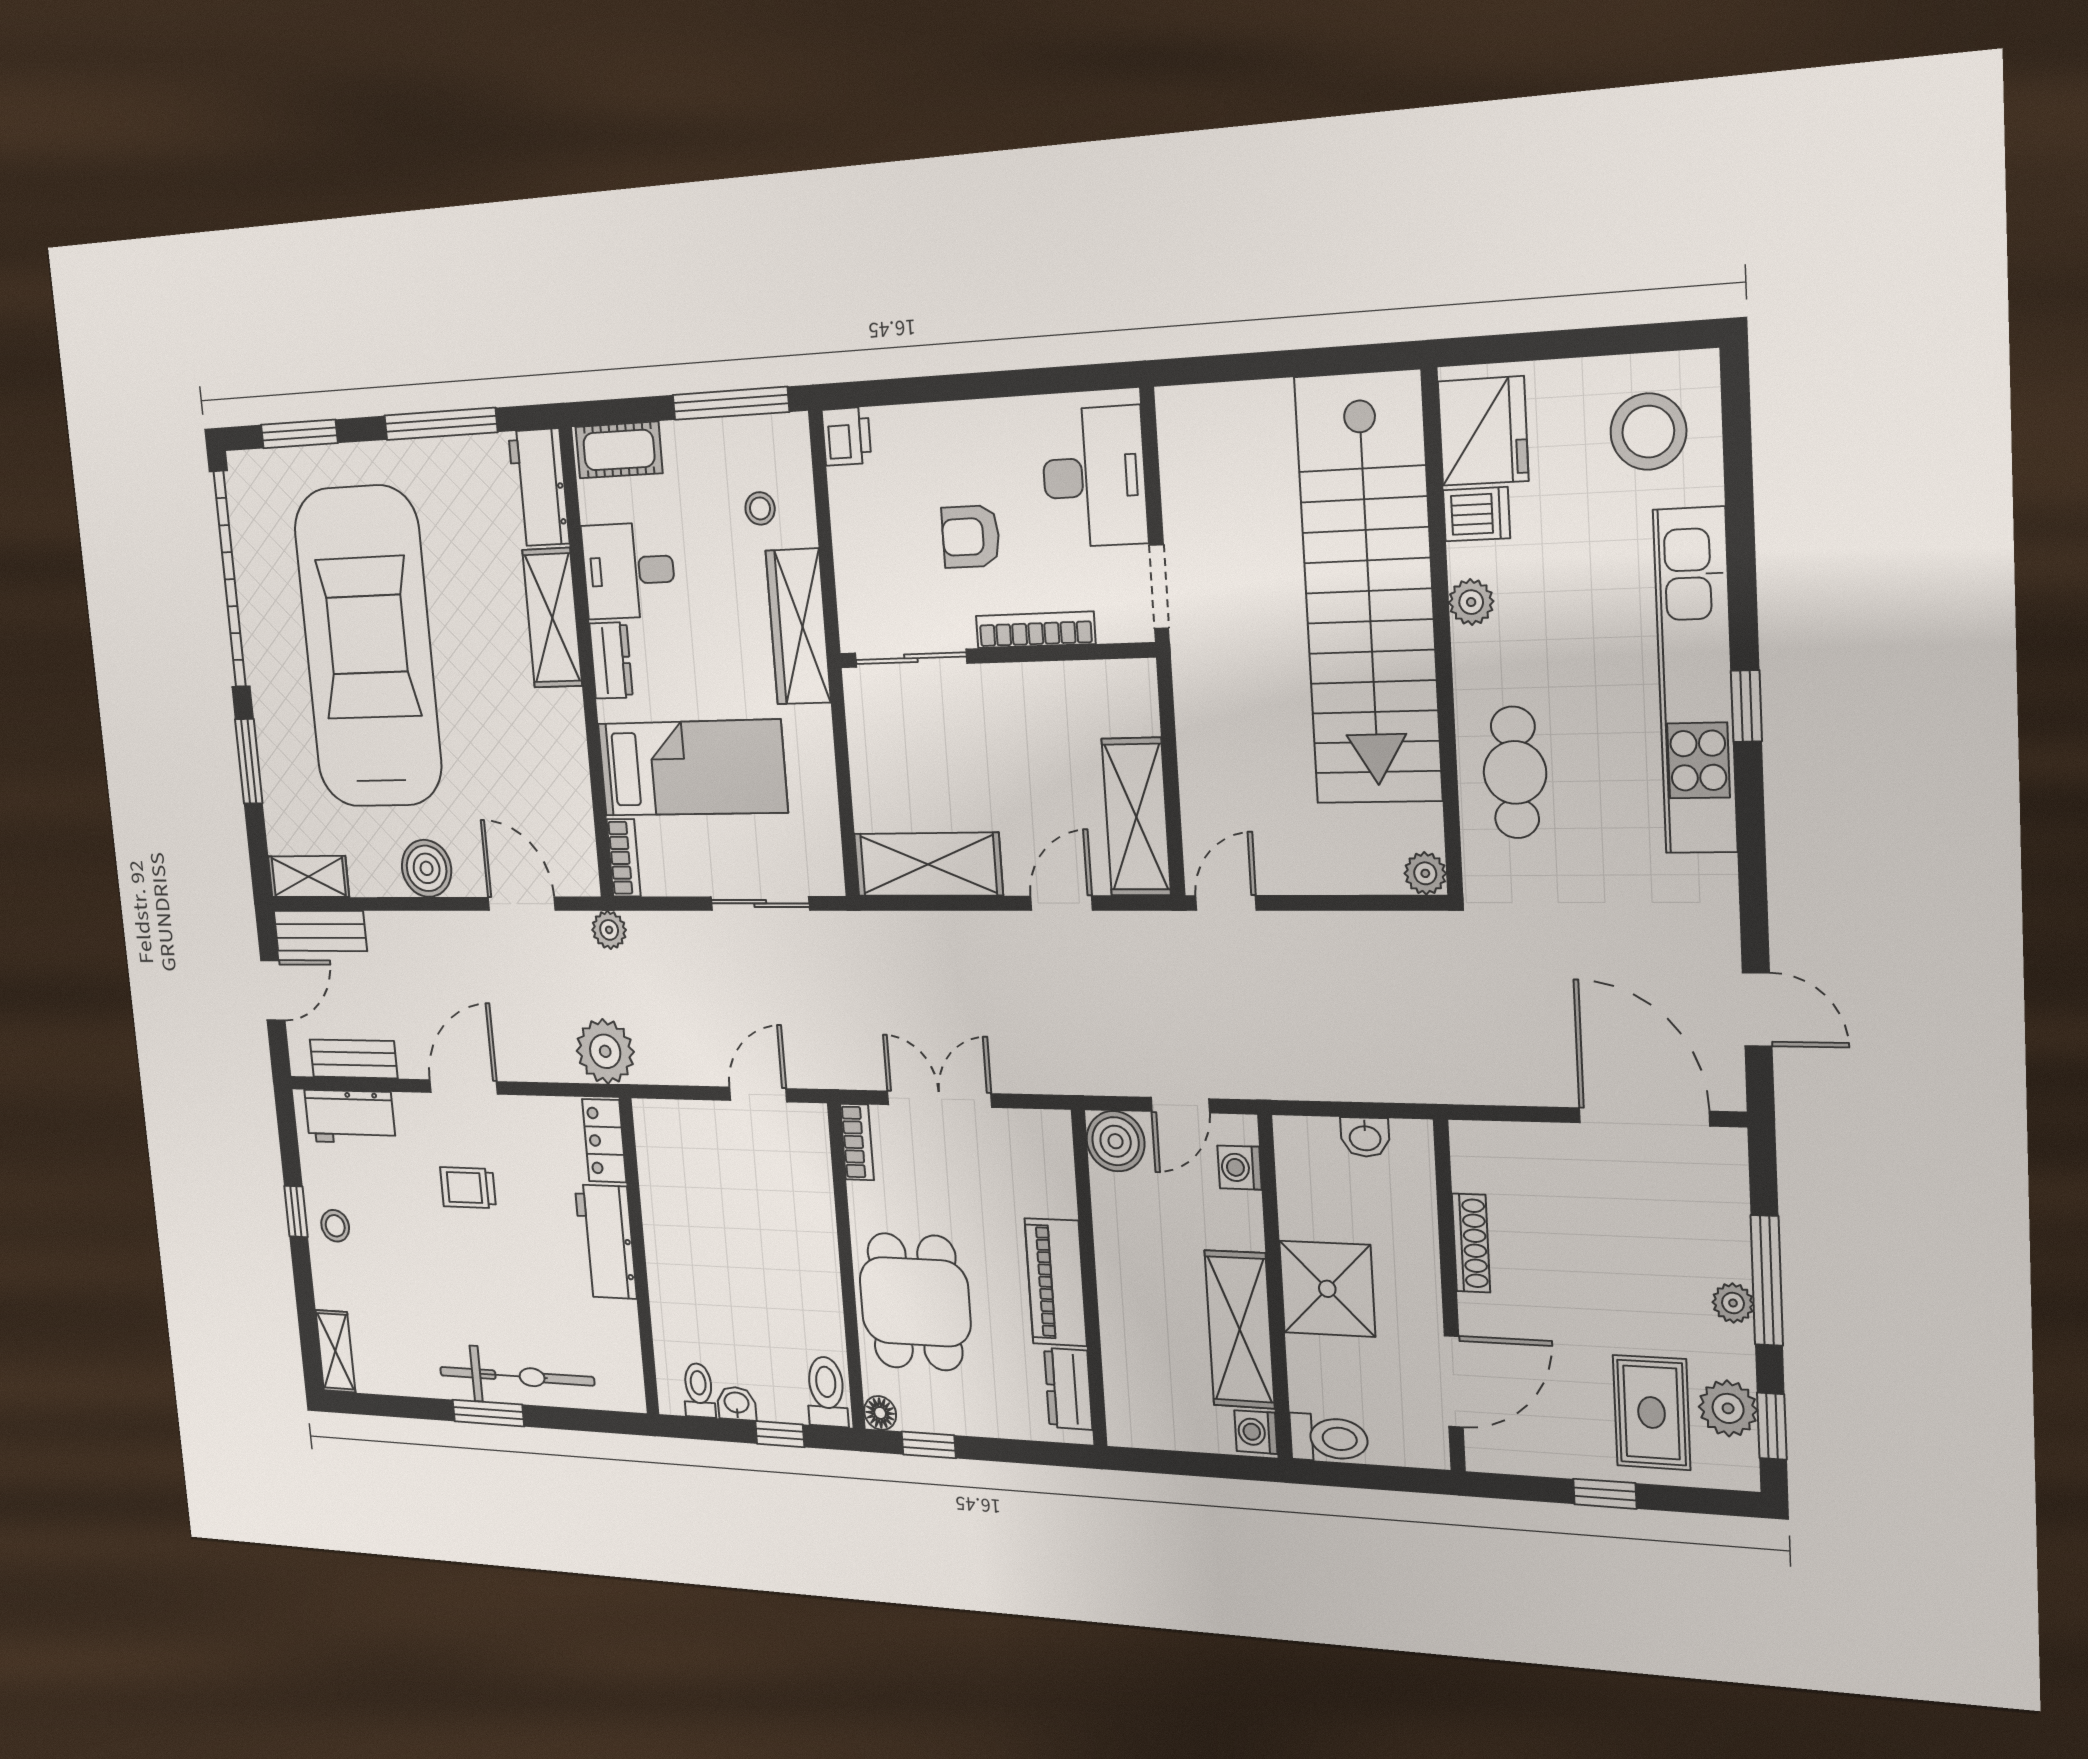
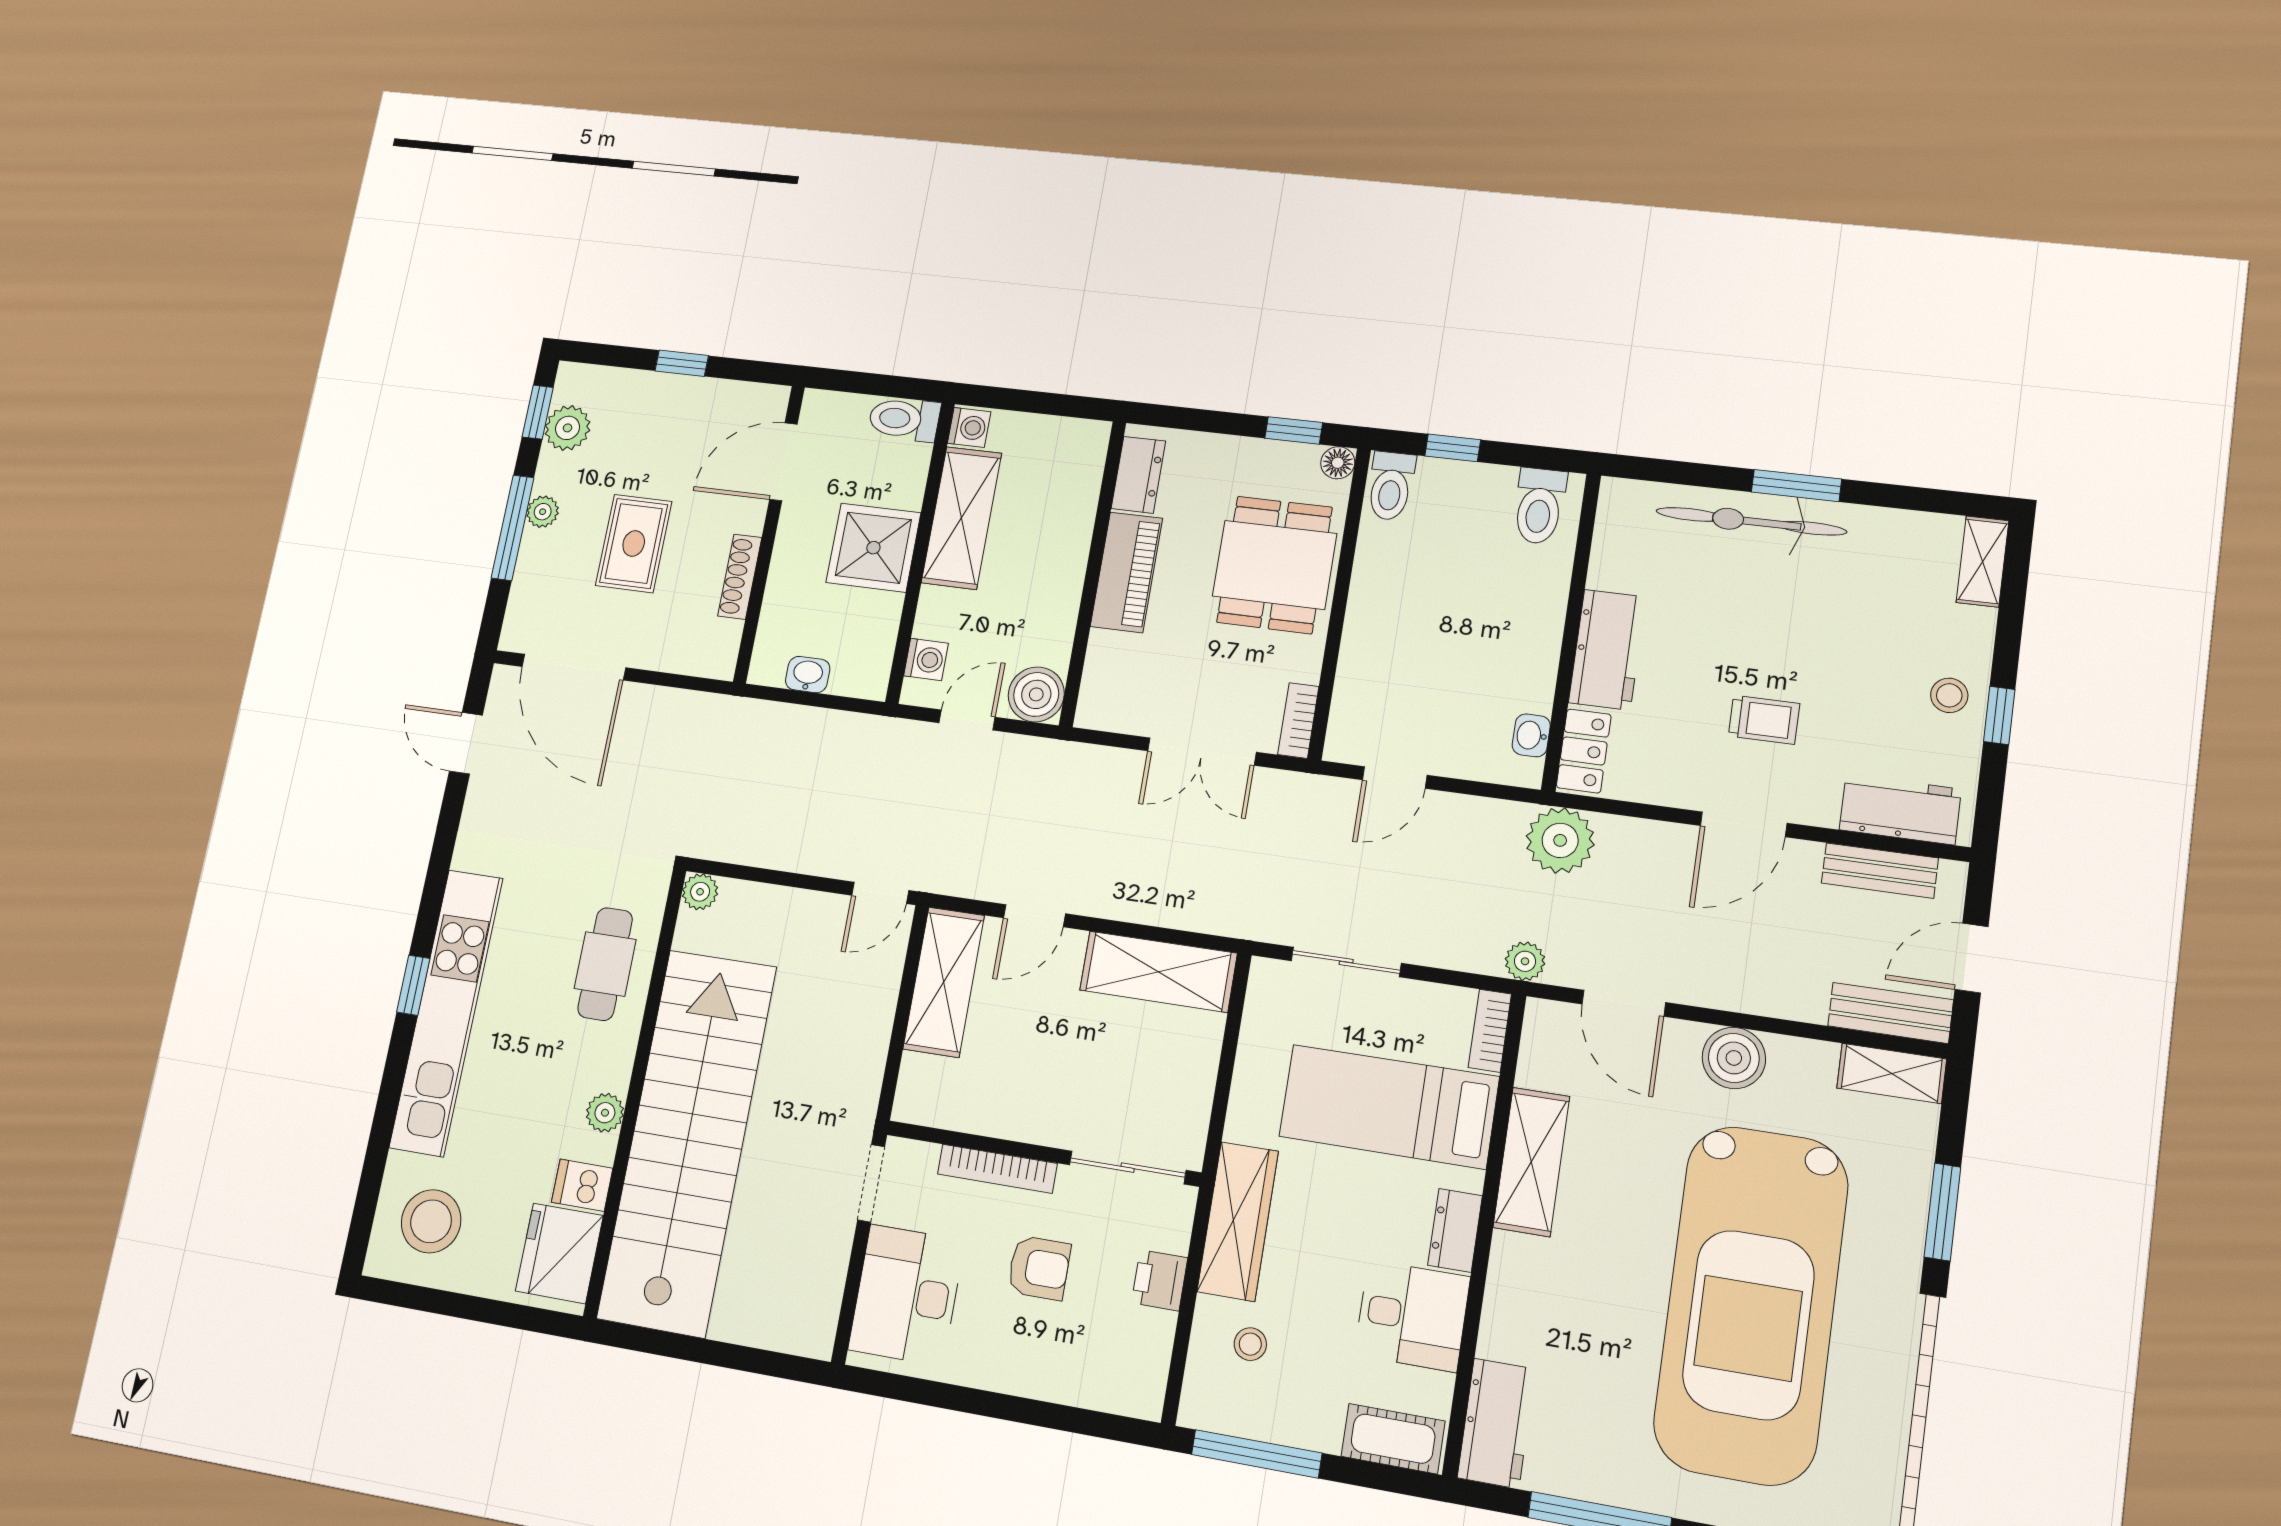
printer: (847, 436) -> (1160, 1280), moved
shelving: (552, 618) -> (1531, 1162), moved
toilet: (699, 1390) -> (1539, 506), width x1.37, depth x1.39
washbasin: (737, 1403) -> (1531, 735), moved, turned 90
rug: (1652, 1413) -> (634, 543), moved

